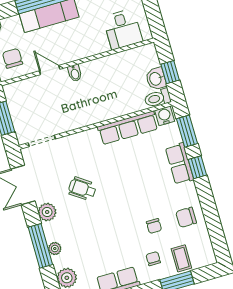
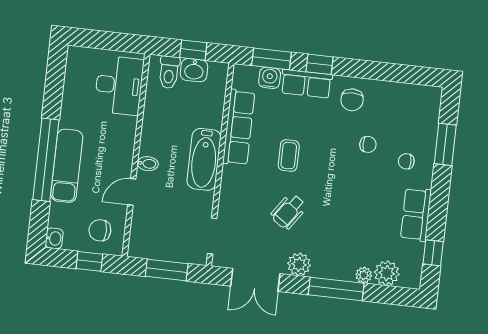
desk: (123, 29) -> (119, 85), width x1.37
toilet: (158, 98) -> (169, 72), moved
bathtub: (95, 112) -> (204, 159), added
water cooler: (165, 116) -> (270, 78), moved, turned 90
chair: (186, 217) -> (352, 100), moved
plant: (55, 249) -> (364, 275), moved
coffee table: (181, 258) -> (289, 156), moved, turned 90

